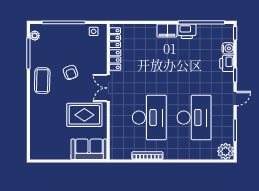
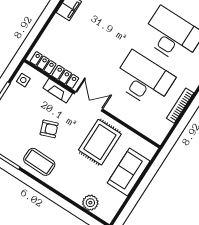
fireplace: (102, 61) -> (58, 91), added
double door: (108, 88) -> (89, 101), swing flipped
plant: (37, 136) -> (90, 203), added
sofa: (89, 149) -> (129, 172), moved

